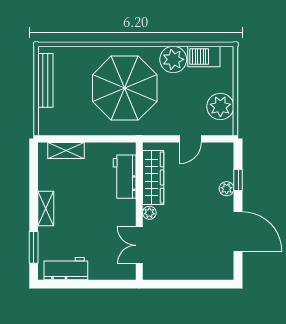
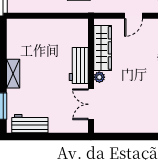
shelving: (66, 151) -> (30, 25), removed
workbench: (125, 177) -> (79, 65), moved

